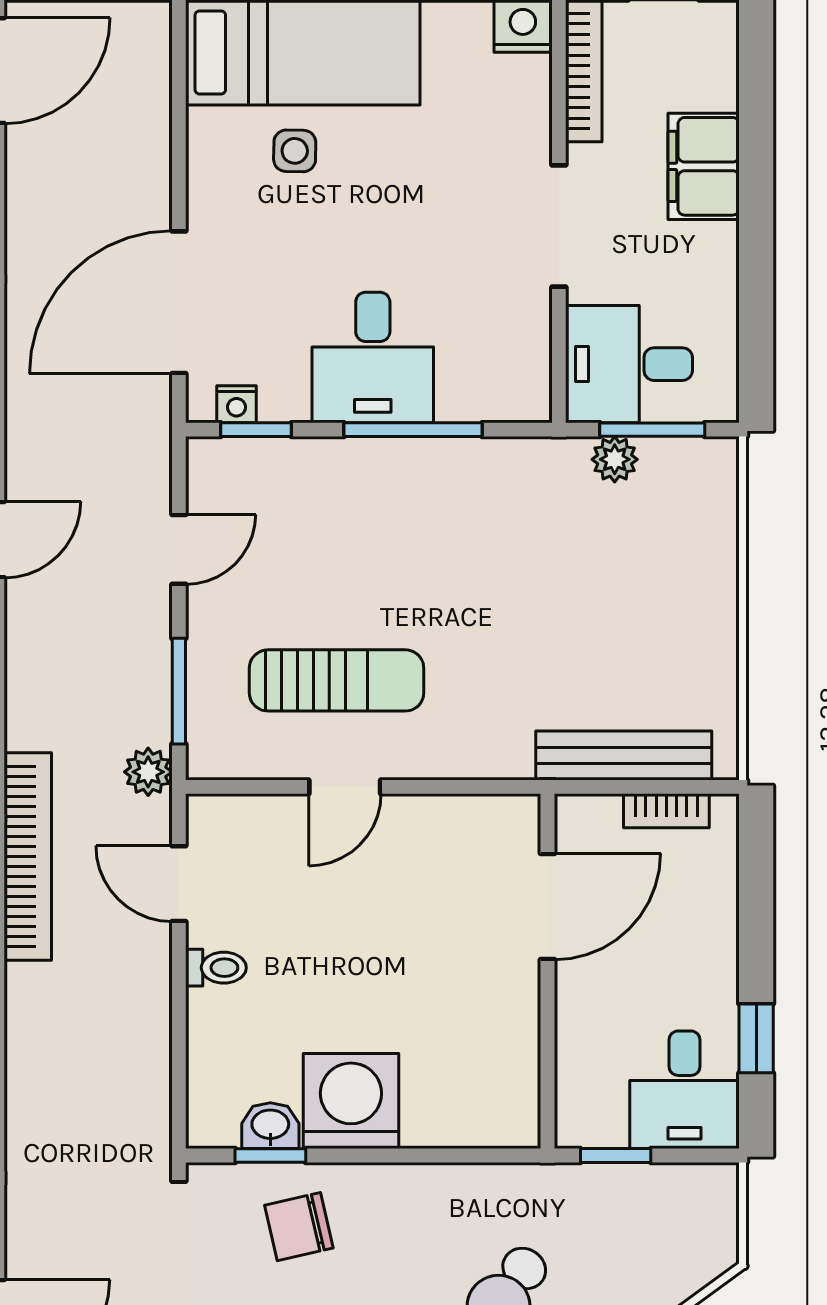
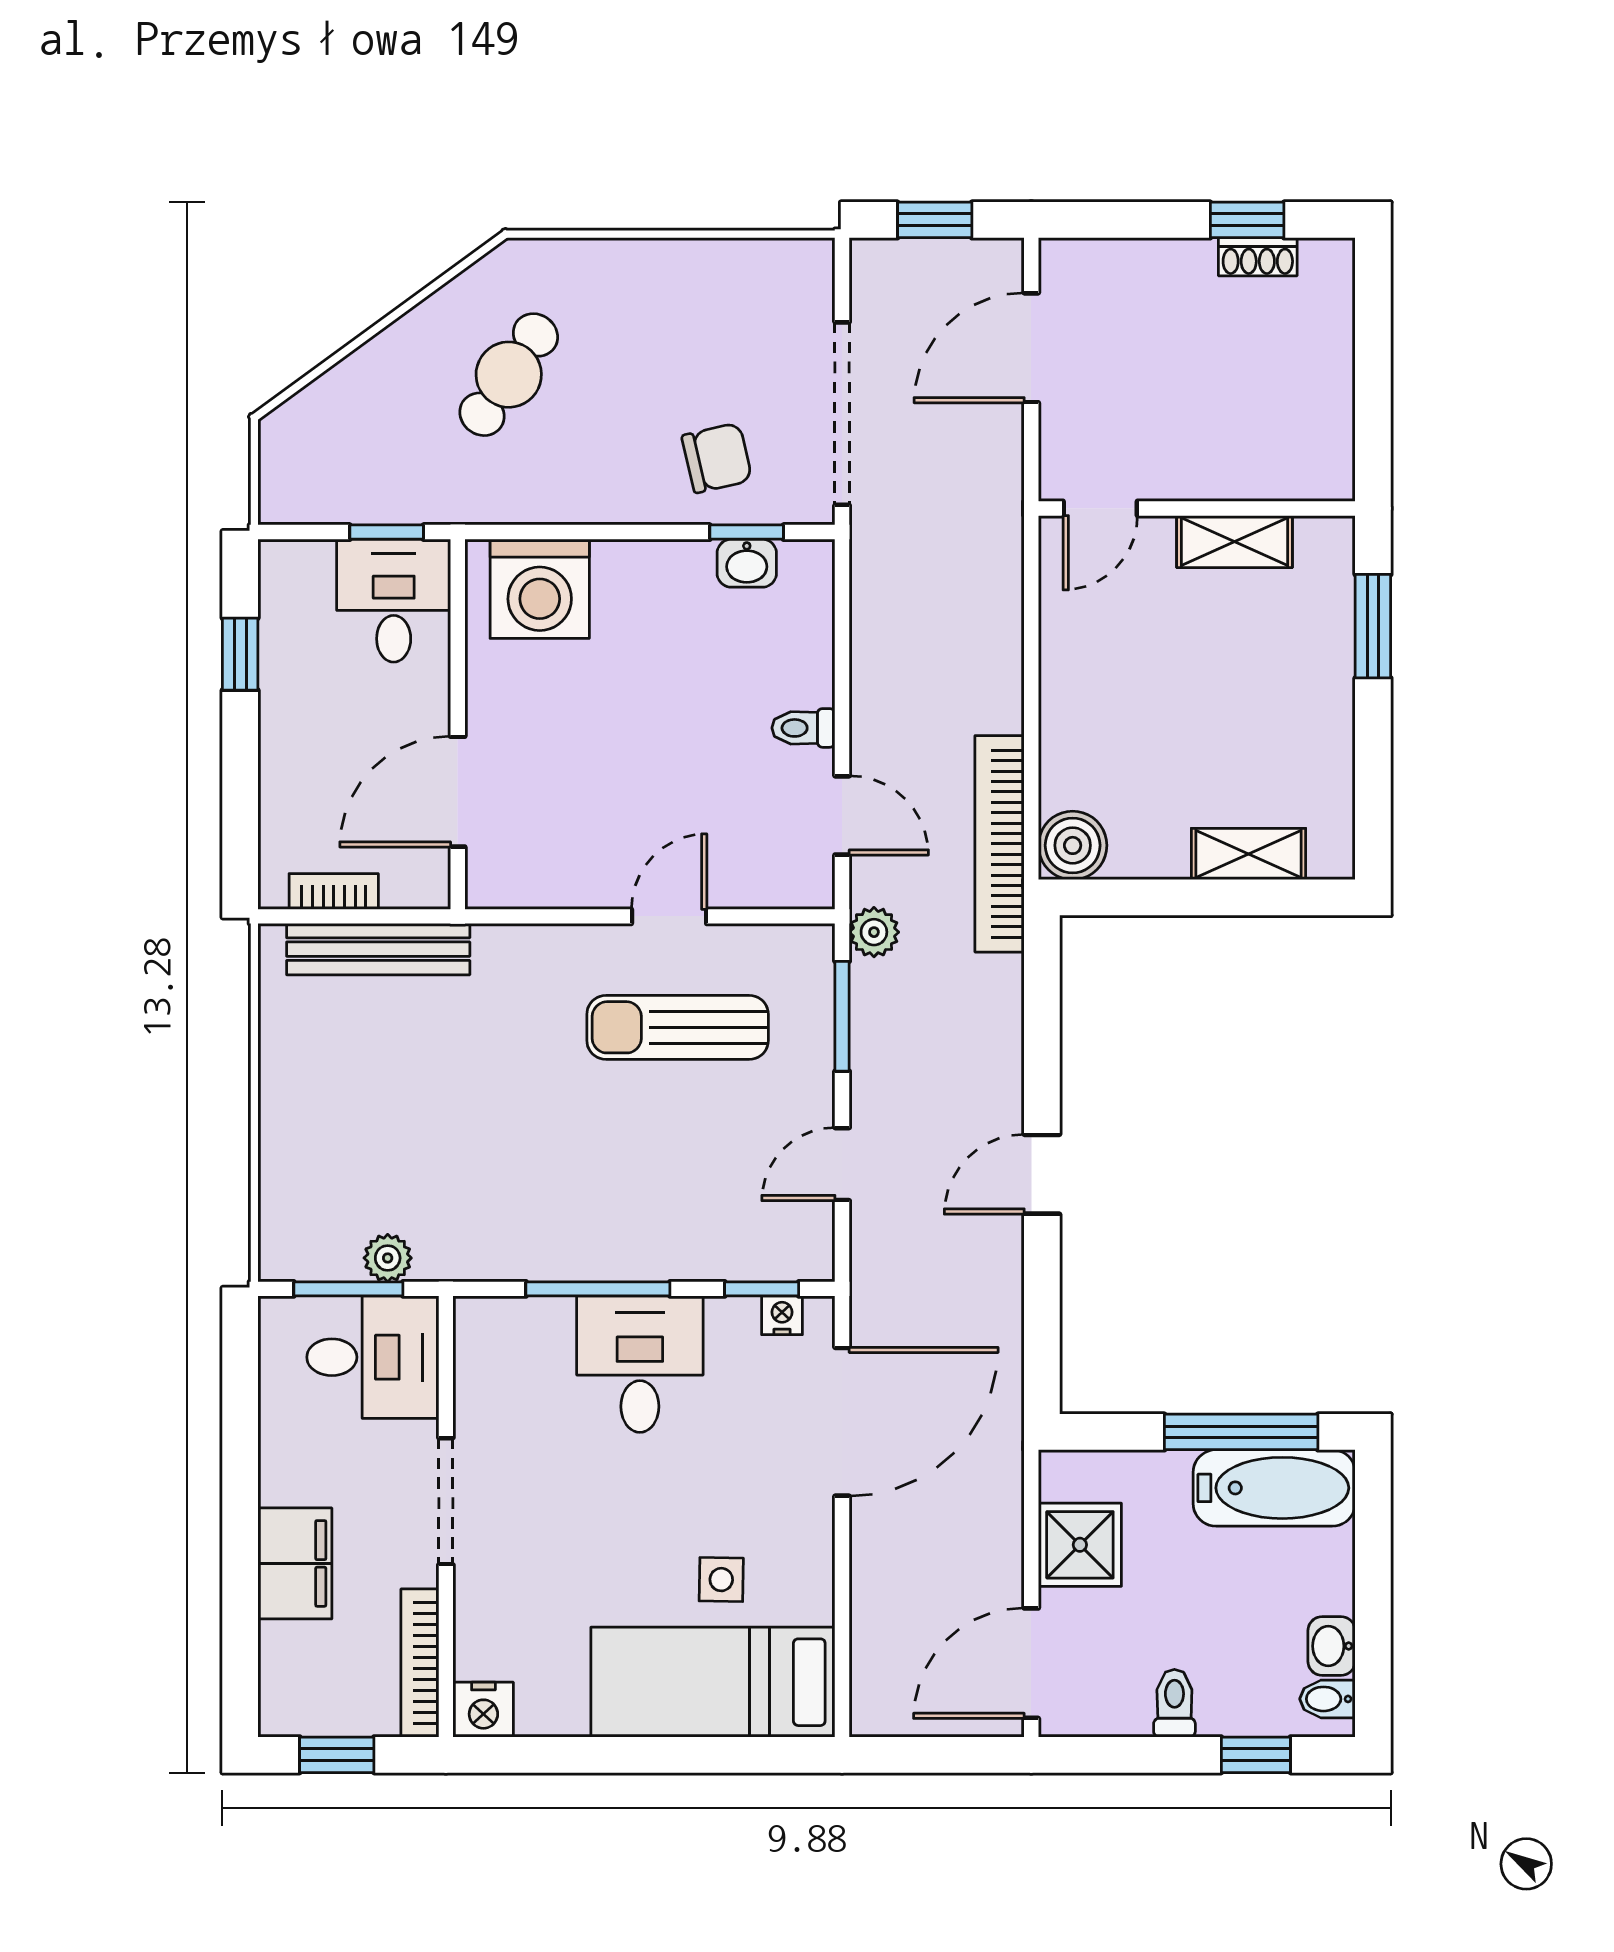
desk: (684, 1090) -> (394, 601), moved
washing machine: (351, 1101) -> (540, 589), moved

